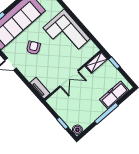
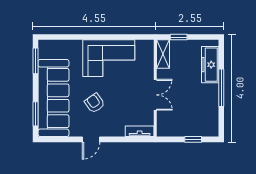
boiler: (77, 130) -> (212, 130), removed

